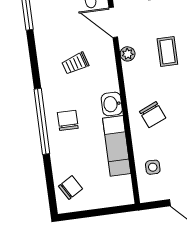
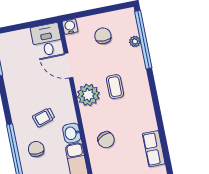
plant: (128, 54) -> (88, 95), width x1.88, depth x1.88
trolley: (75, 63) -> (44, 117), moved

